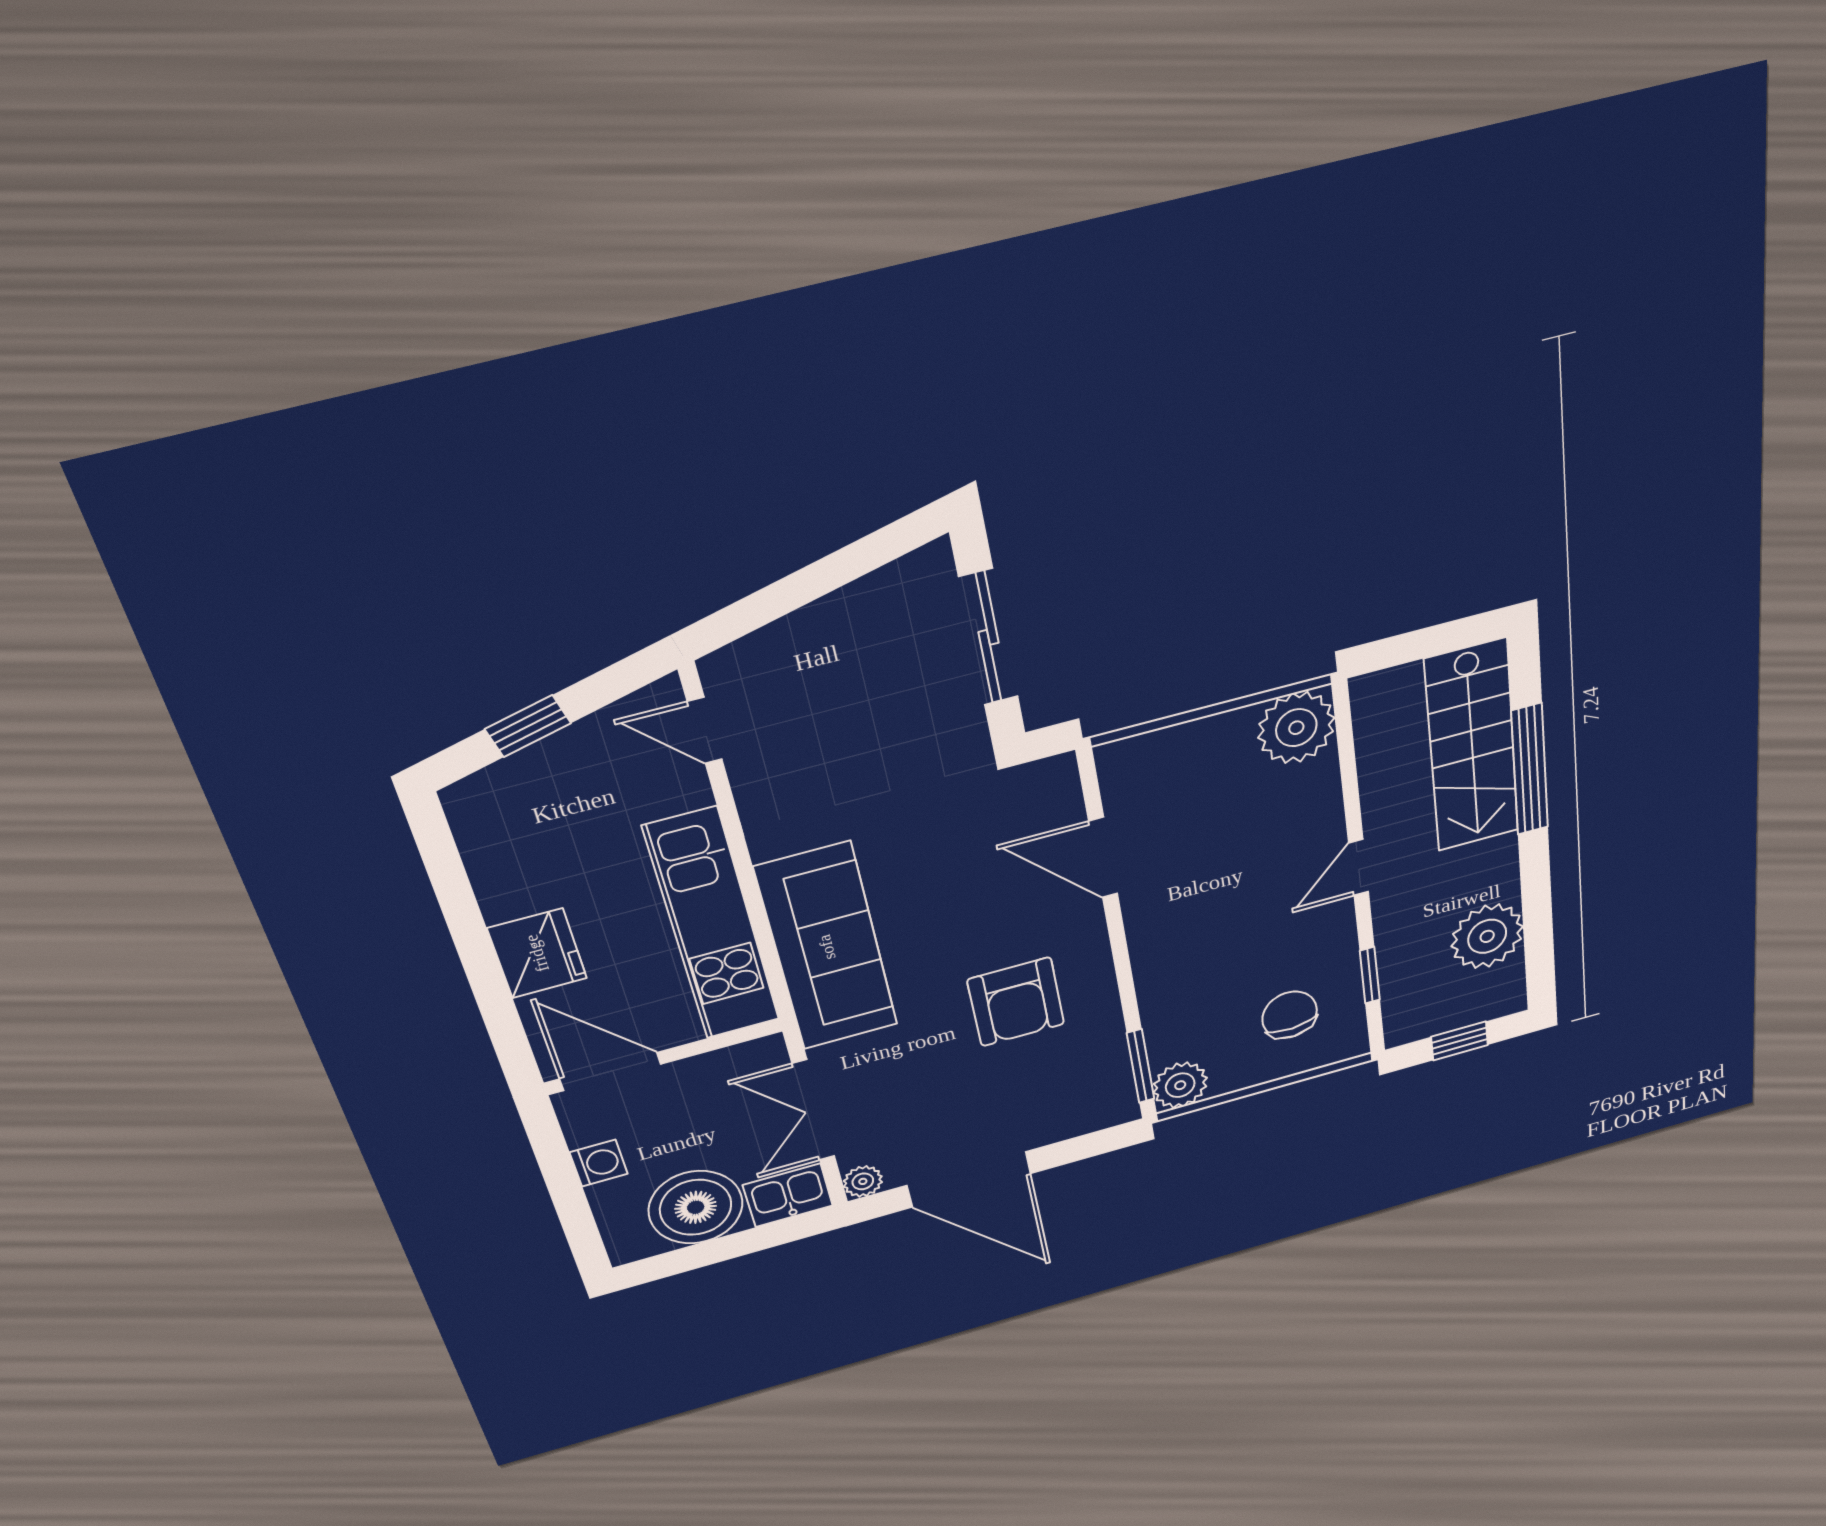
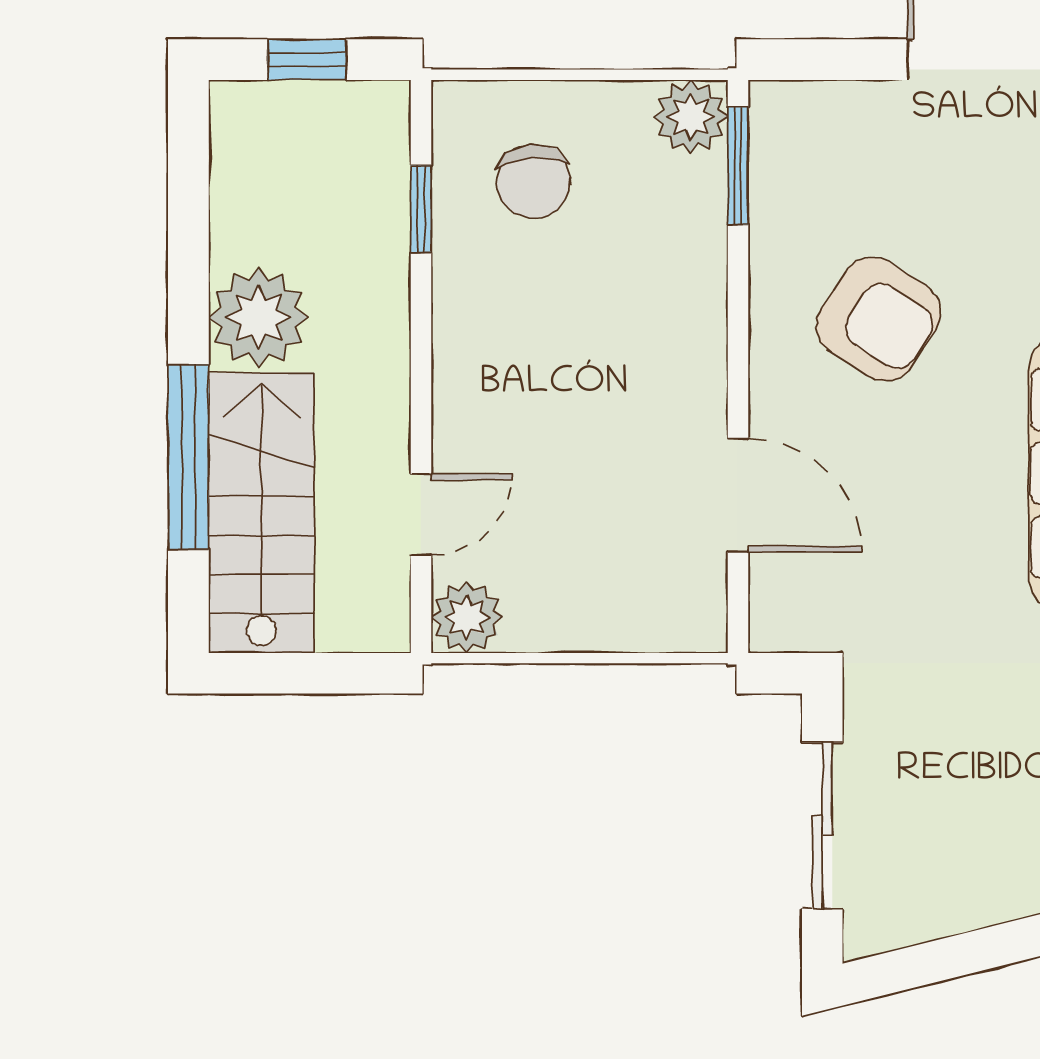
plant: (1296, 728) -> (467, 617), width x0.73, depth x0.73
door: (1359, 868) -> (421, 515), moved
plant: (1487, 936) -> (258, 317), moved
armchair: (1016, 1002) -> (878, 319), turned 123

